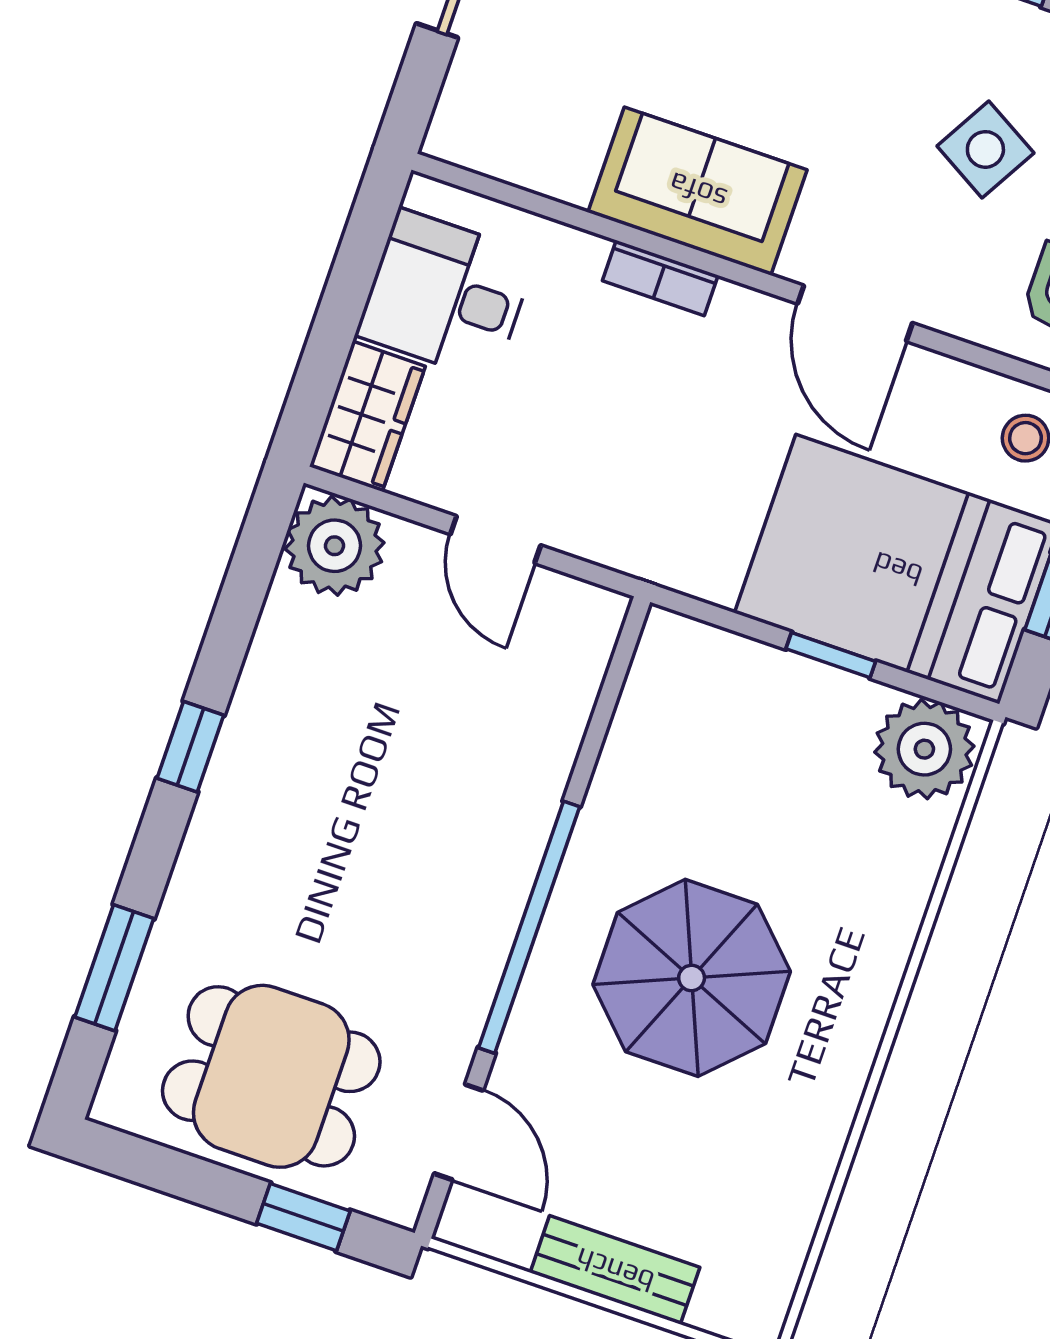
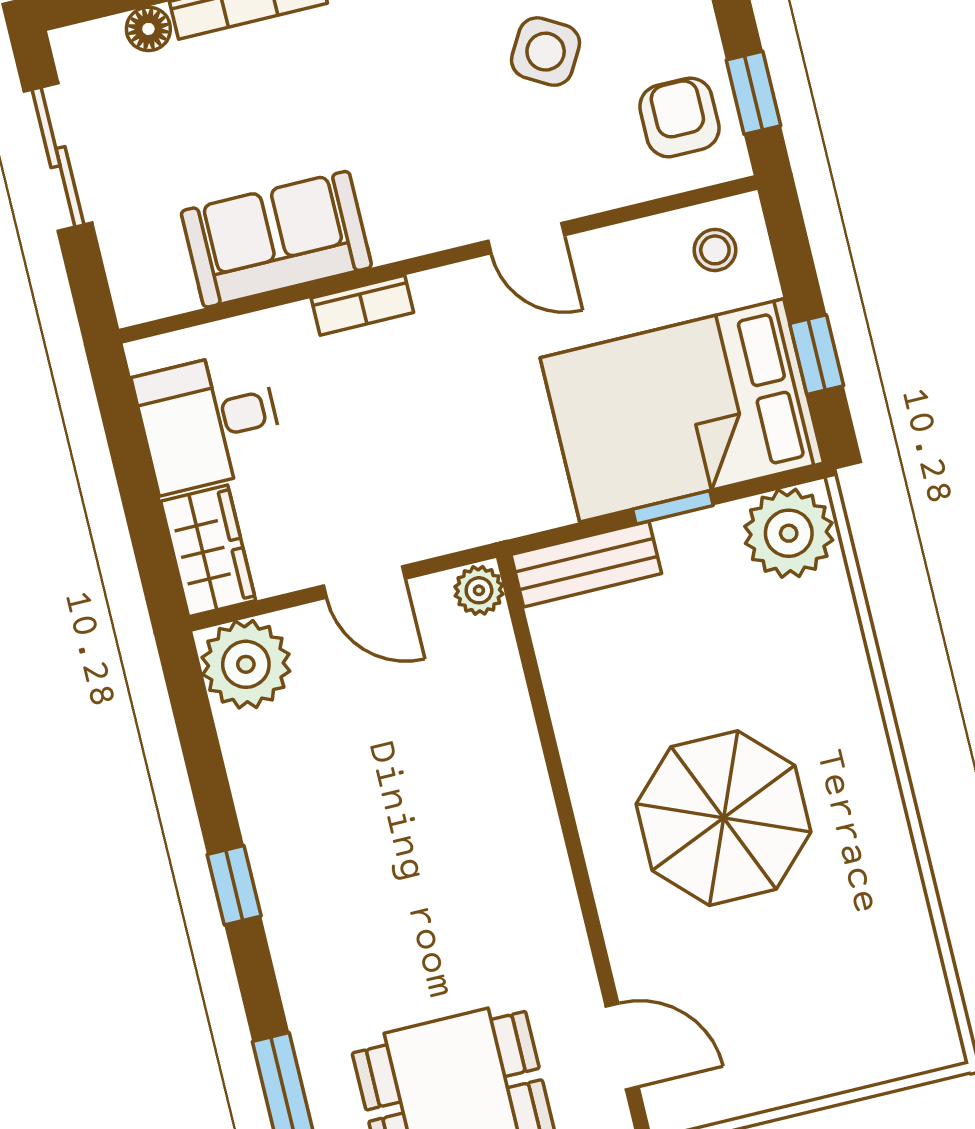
sofa: (698, 191) -> (276, 239), moved
door: (855, 313) -> (526, 238), width x0.73
plant: (598, 616) -> (479, 590), added
window: (529, 927) -> (577, 858), removed
bench: (615, 1270) -> (586, 564), moved

